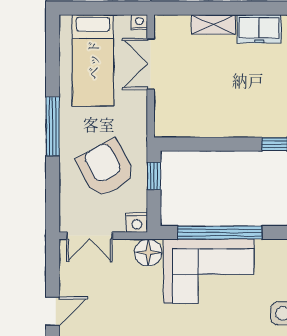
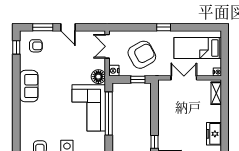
shelving: (213, 24) -> (216, 93), moved
double door: (151, 64) -> (184, 78), moved
window: (53, 126) -> (164, 27), width x0.46

